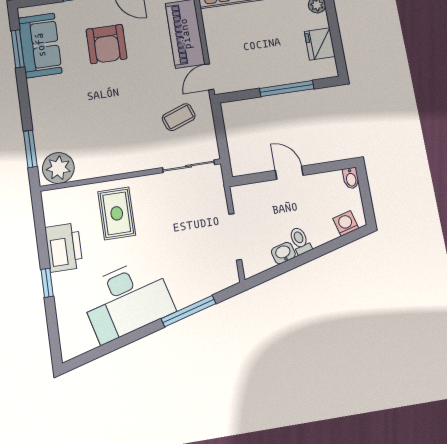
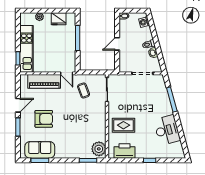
printer: (64, 247) -> (124, 151), moved
desk: (127, 300) -> (167, 130), width x0.73, depth x0.77

